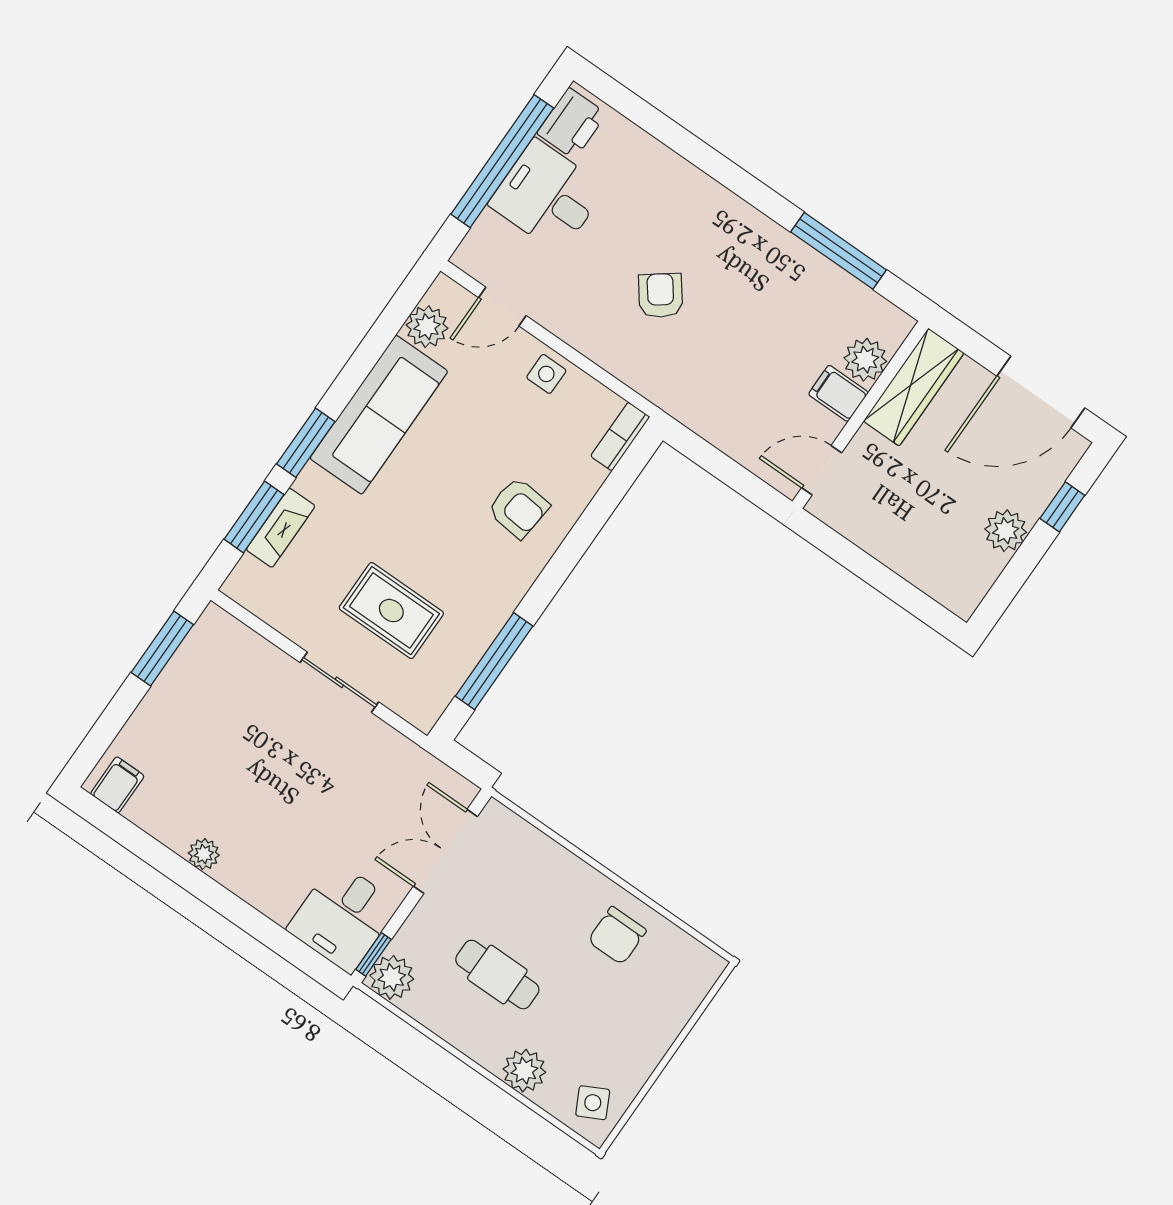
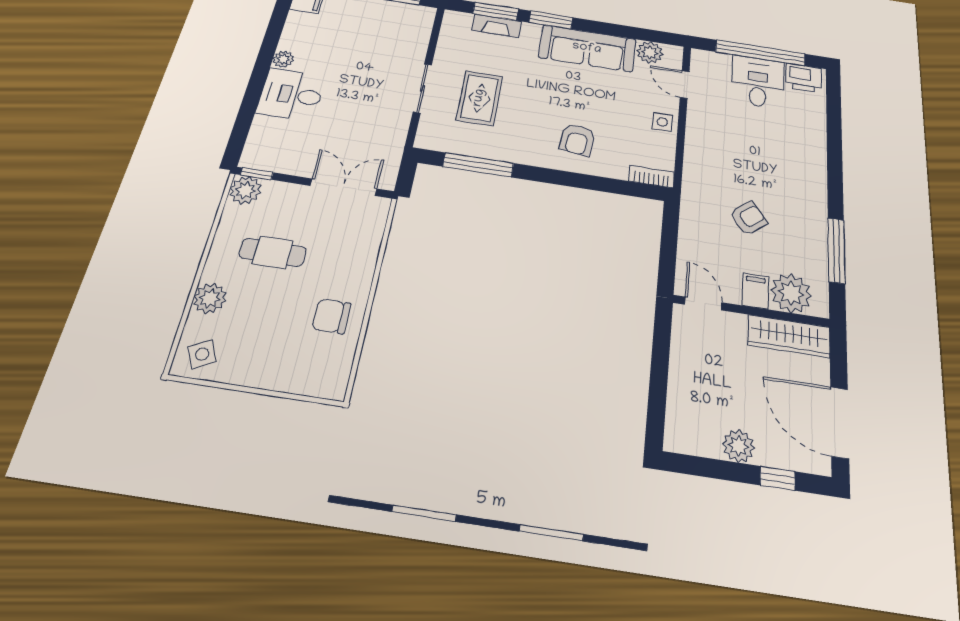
armchair: (661, 295) -> (748, 218), moved
plant: (865, 360) -> (791, 293), width x1.36, depth x1.36
desk: (343, 917) -> (291, 95), moved
cafe table: (497, 975) -> (273, 252), turned 90

